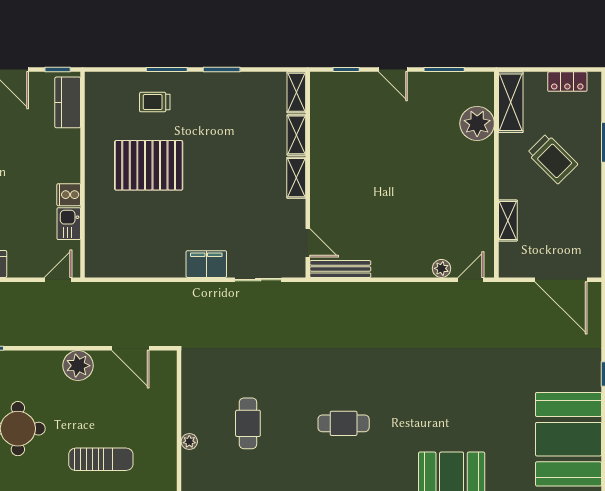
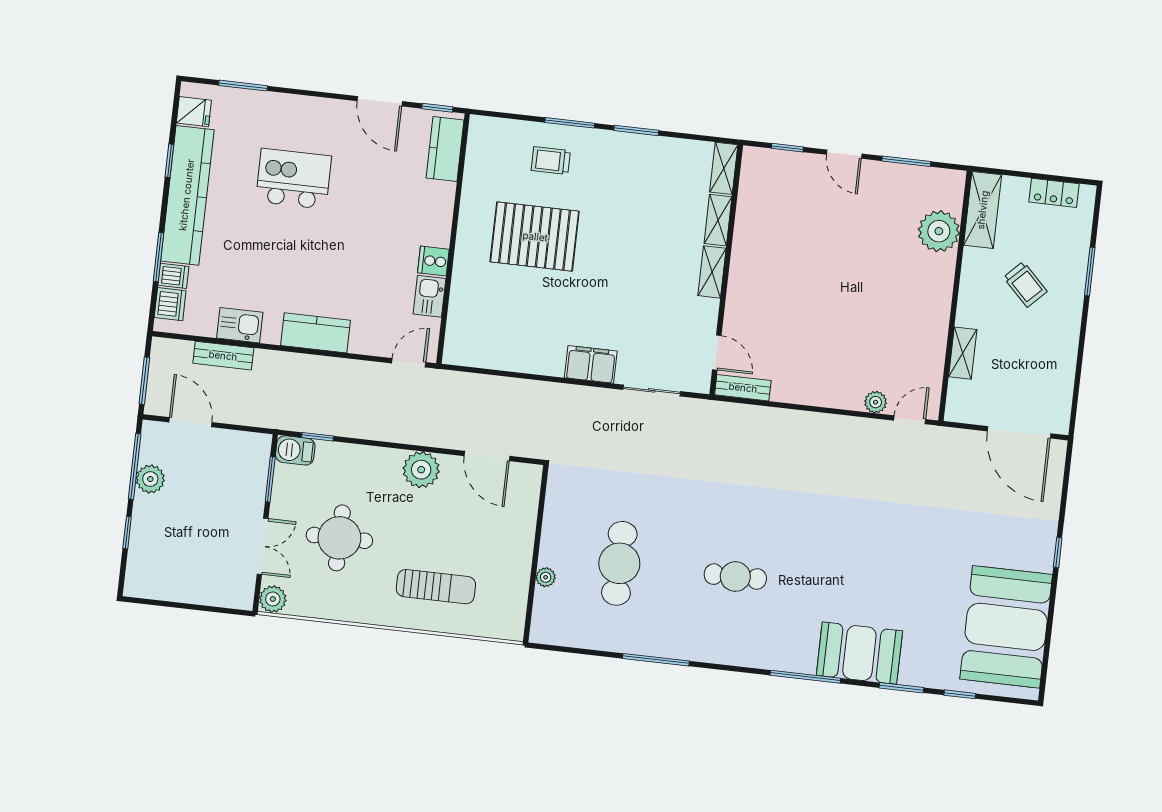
trolley: (552, 159) -> (1025, 284), width x0.73, depth x0.72
bench: (340, 269) -> (743, 388), width x0.73
cafe table: (248, 423) -> (619, 563), width x1.37, depth x1.35

